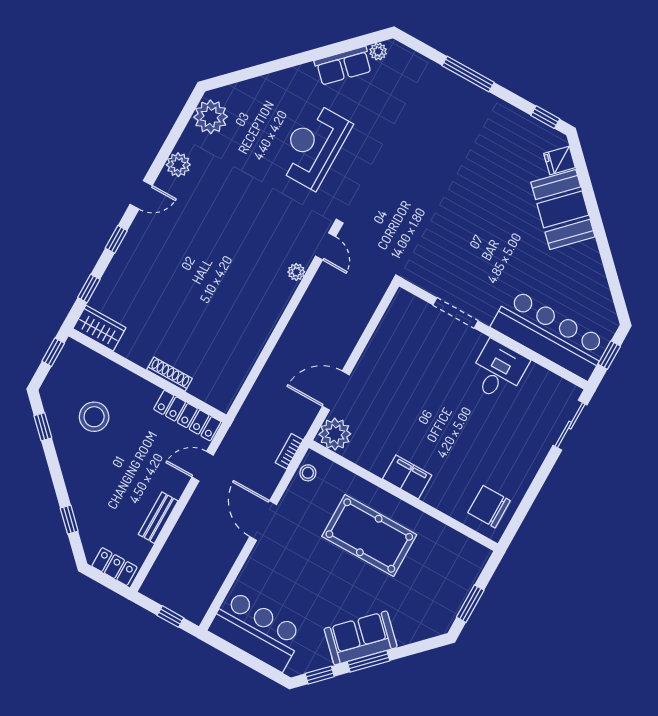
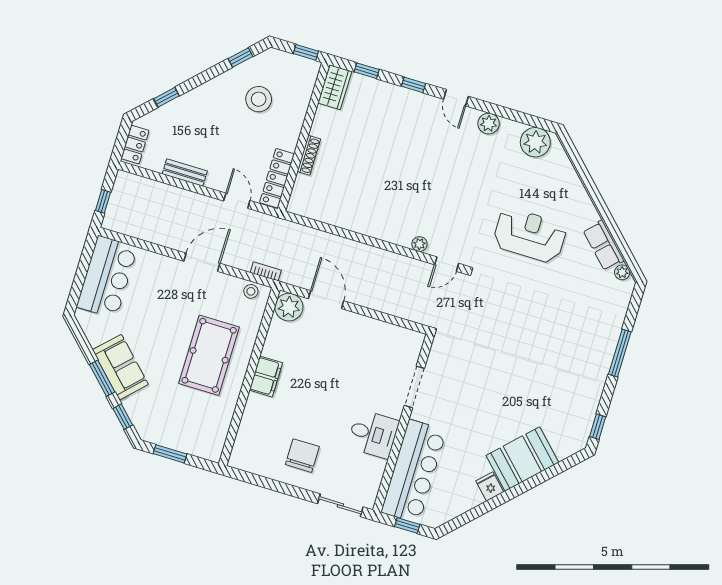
fridge: (560, 161) -> (490, 486), moved
chair: (489, 507) -> (302, 456), moved
window: (320, 675) -> (123, 417), moved

